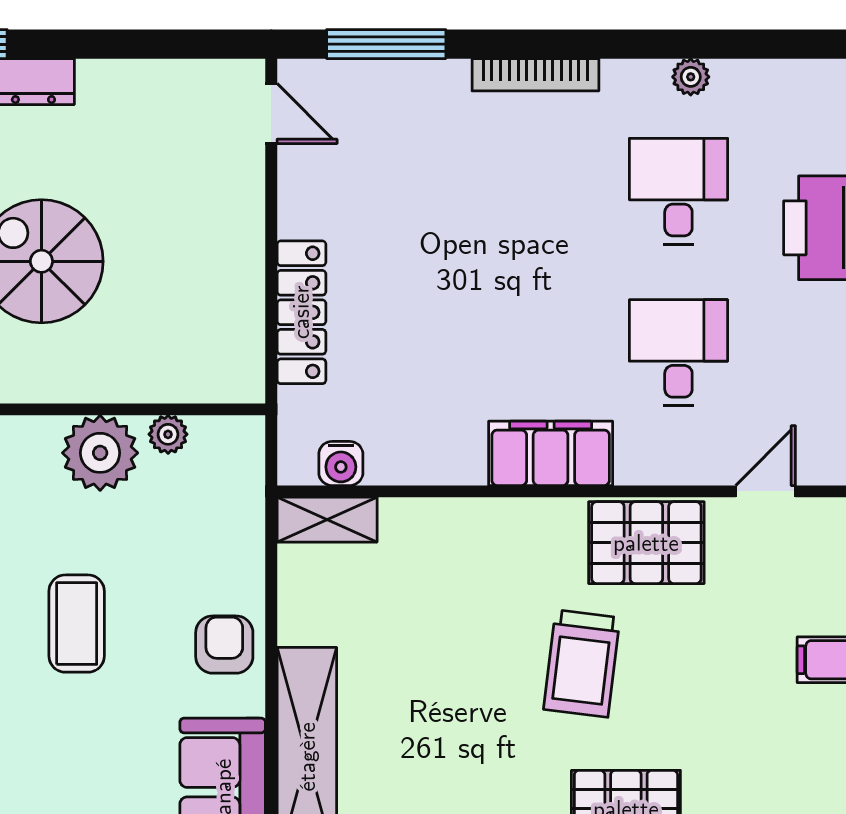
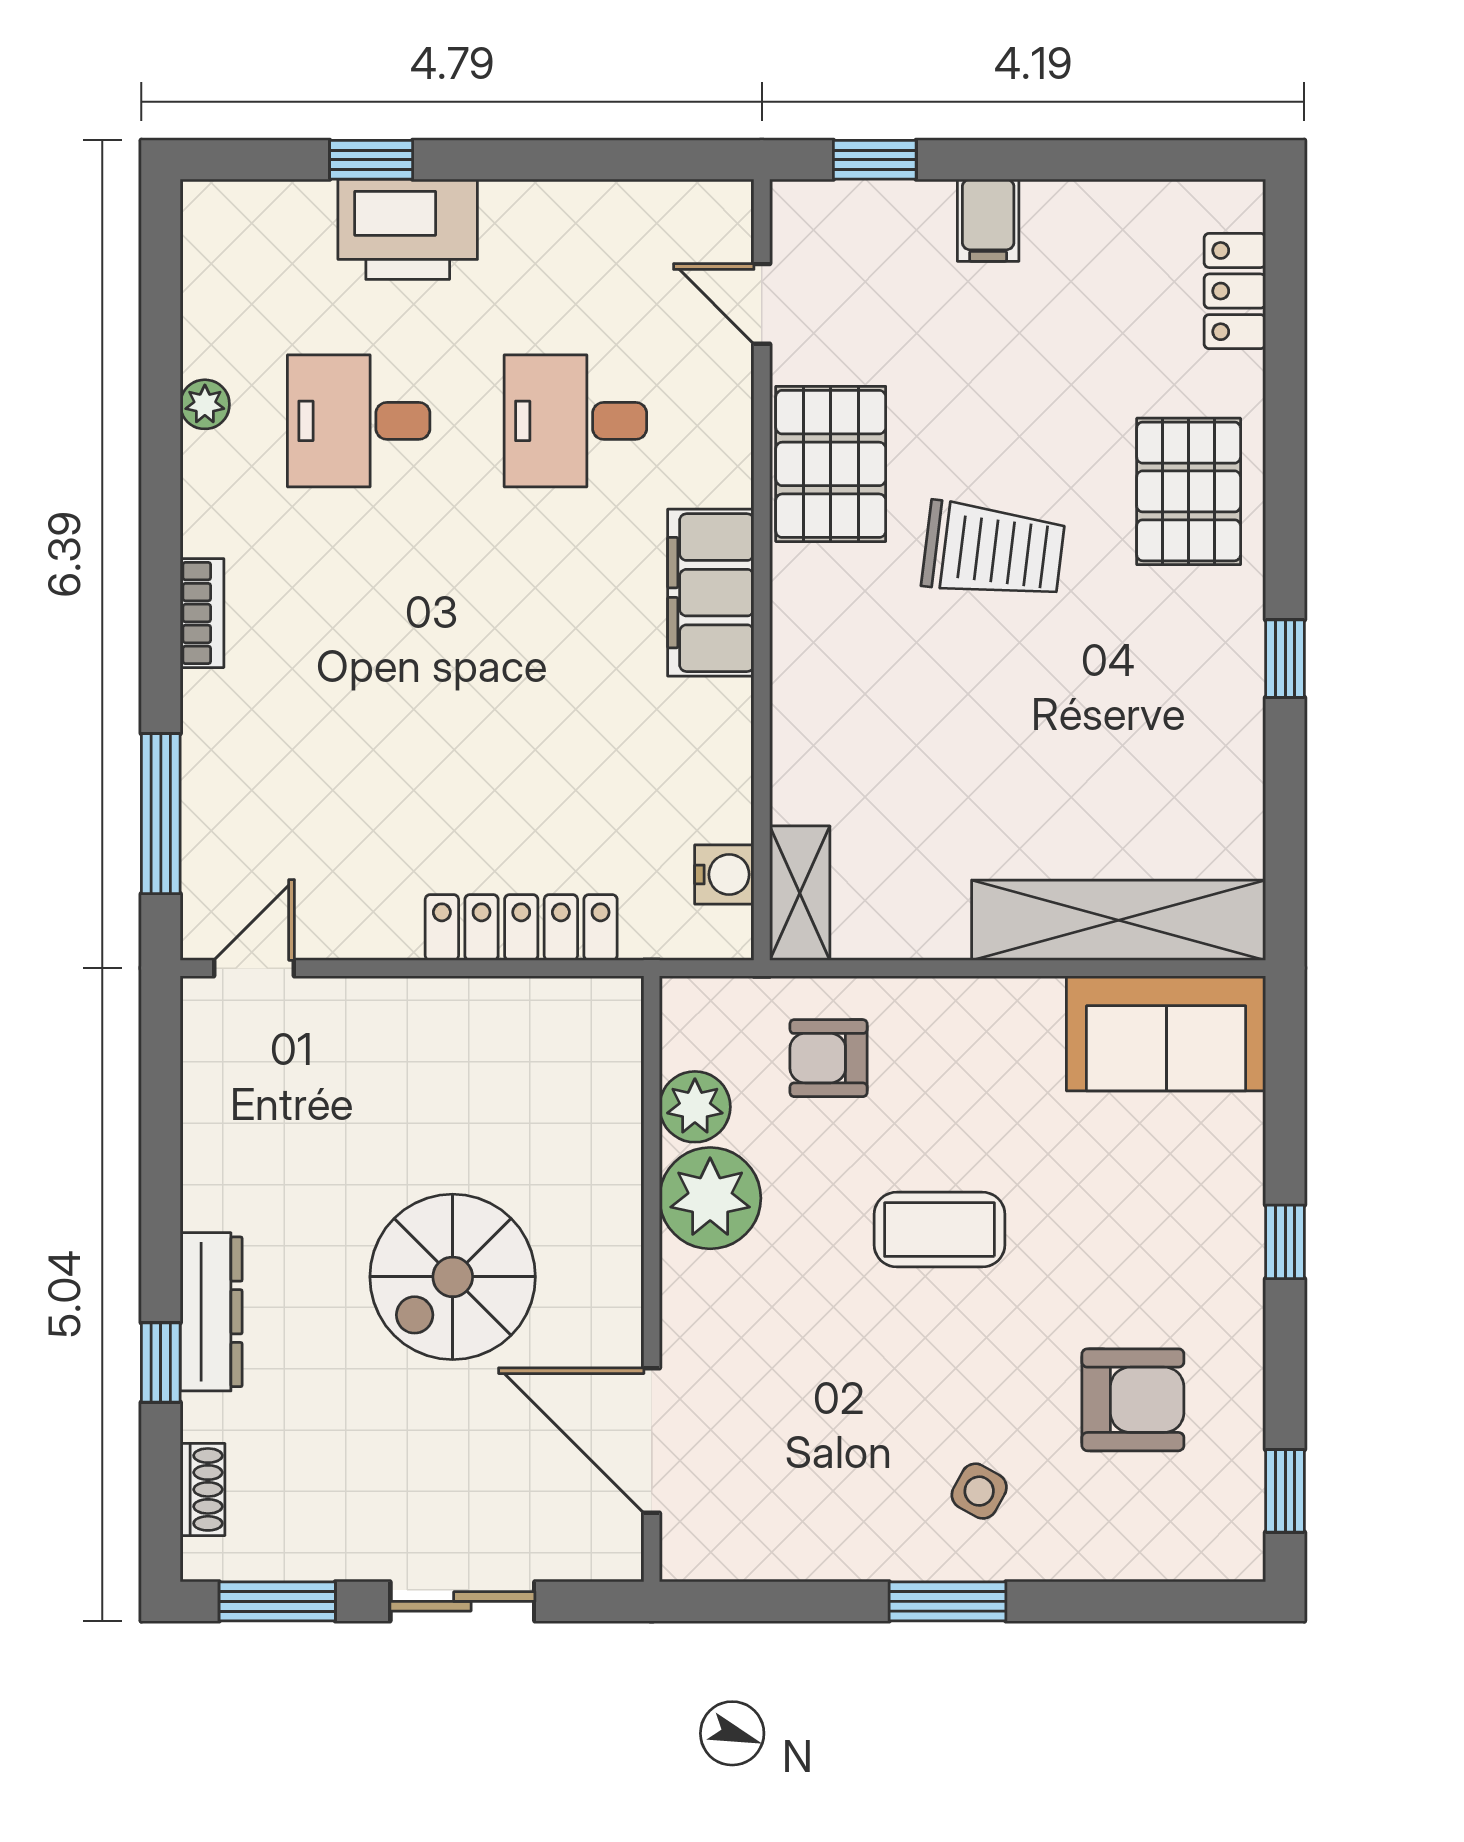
bookcase: (535, 75) -> (202, 613), width x0.64
plant: (168, 434) -> (695, 1107), width x1.38, depth x1.38
armchair: (224, 645) -> (829, 1058), moved

